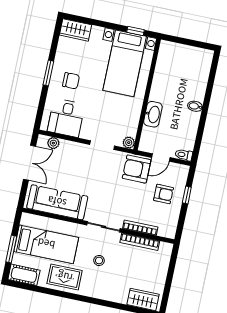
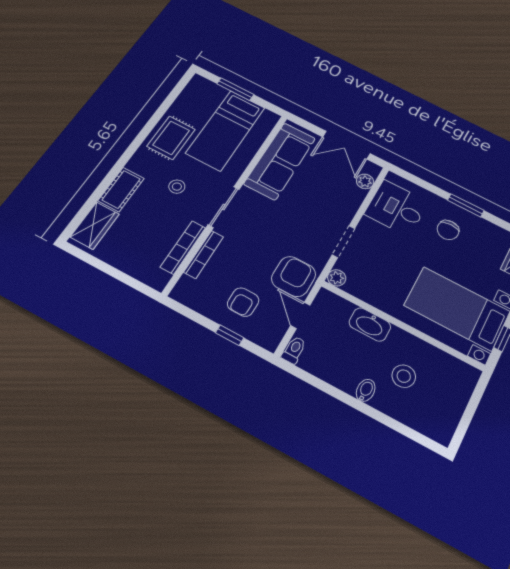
stool: (179, 86) -> (404, 376), added
cot: (24, 275) -> (121, 189), moved

